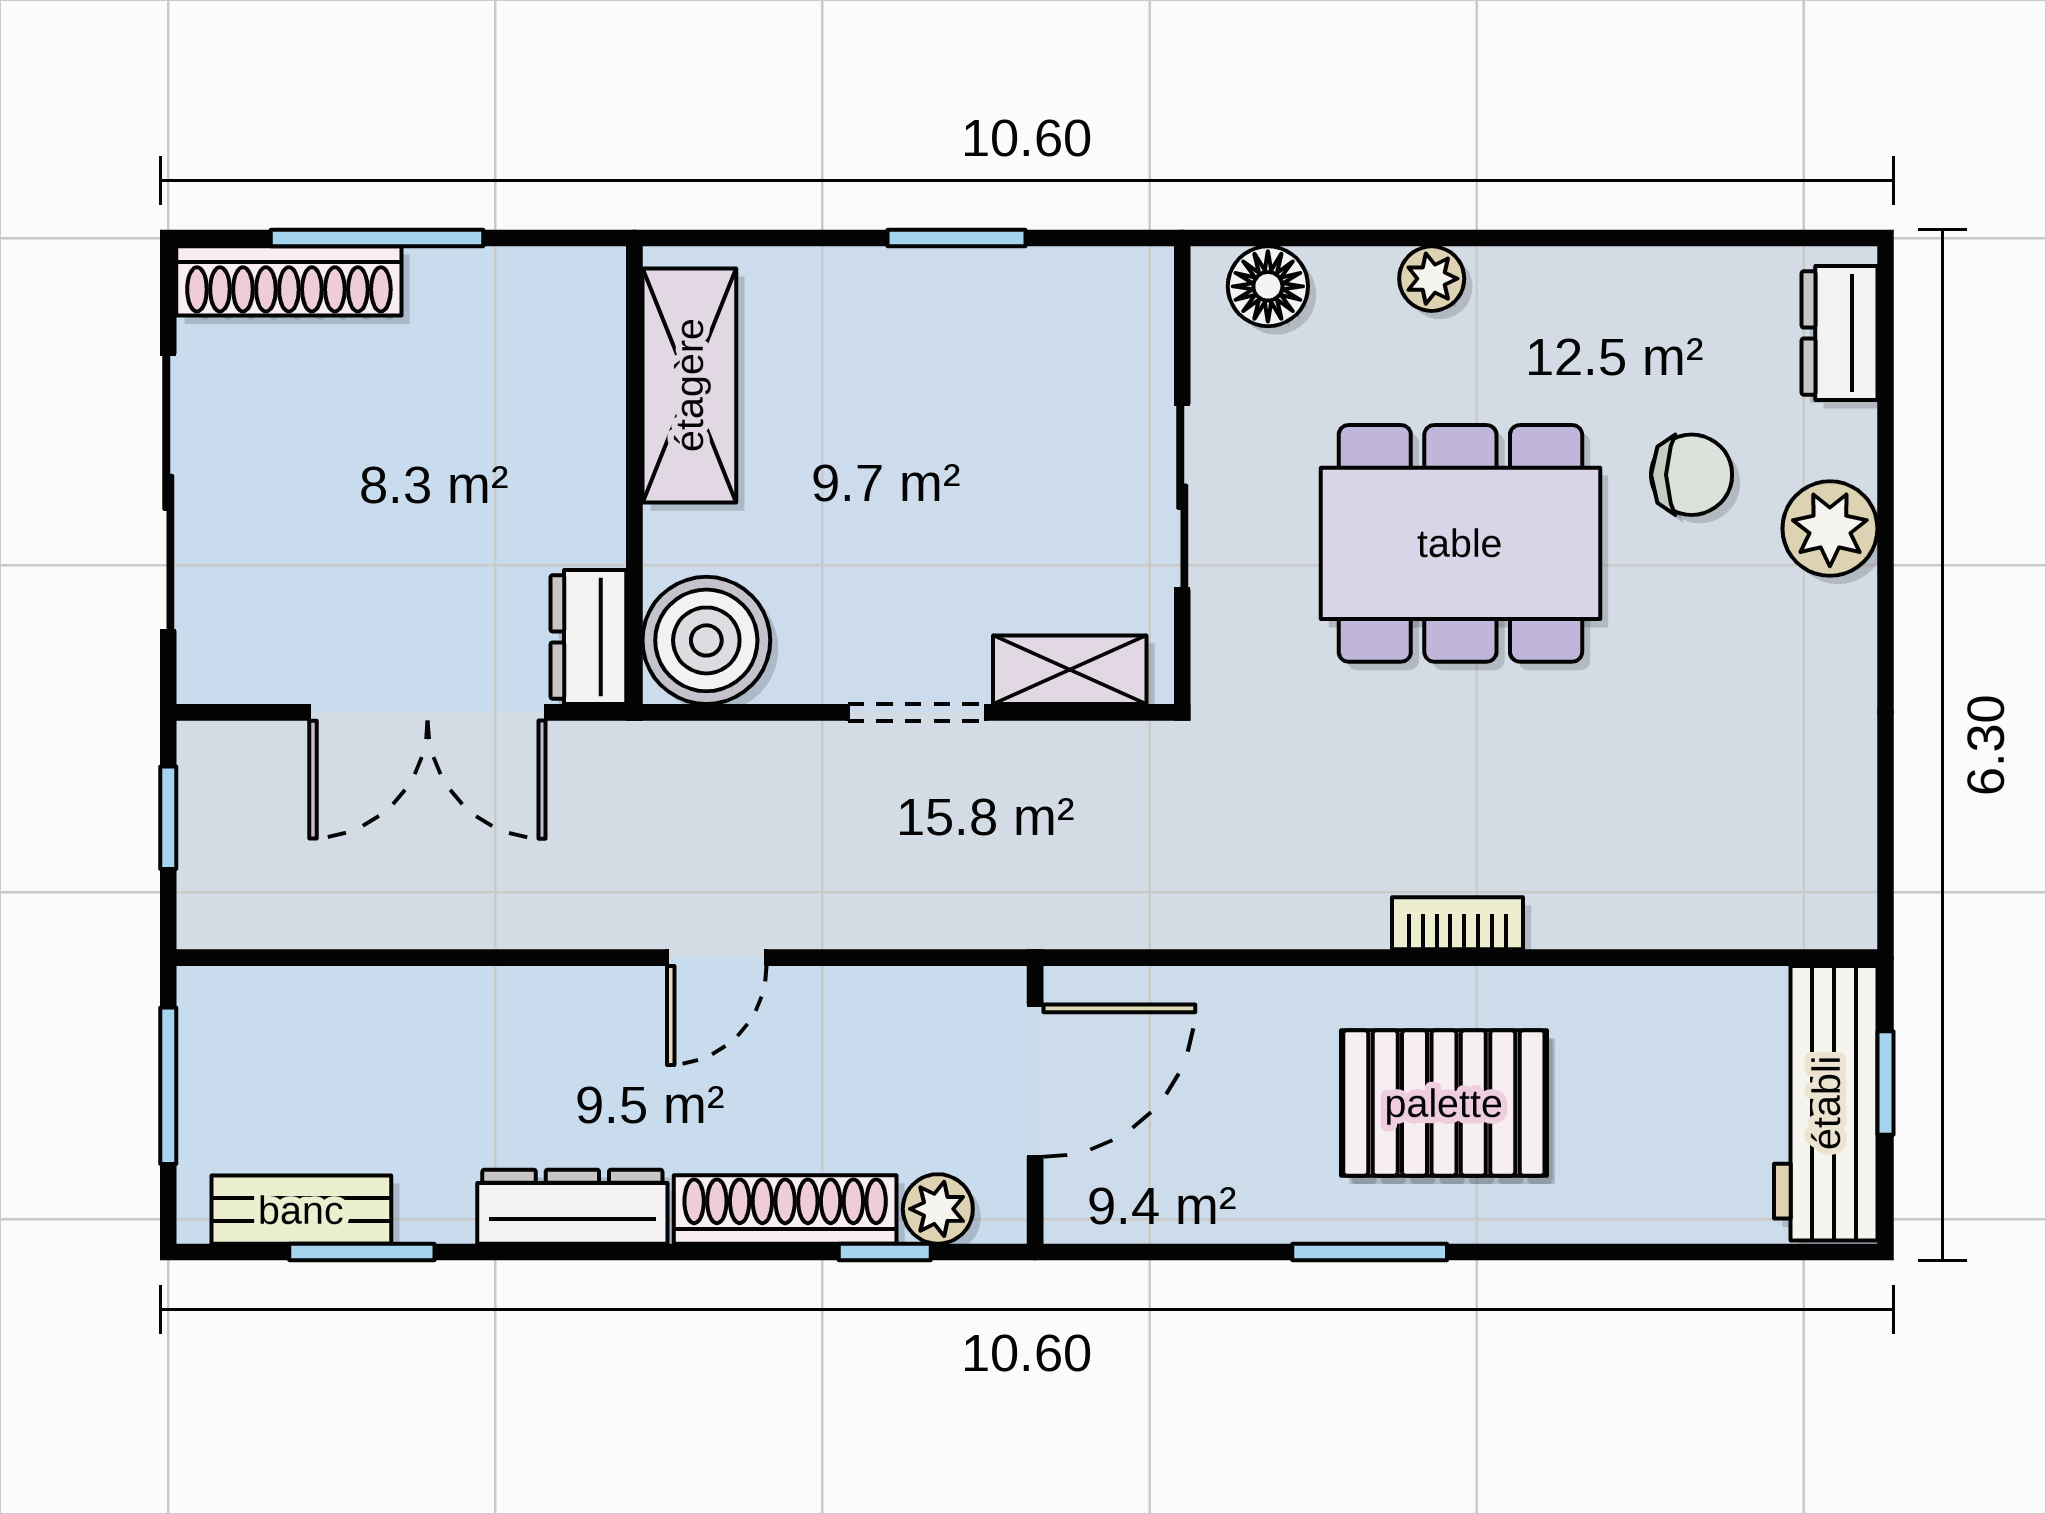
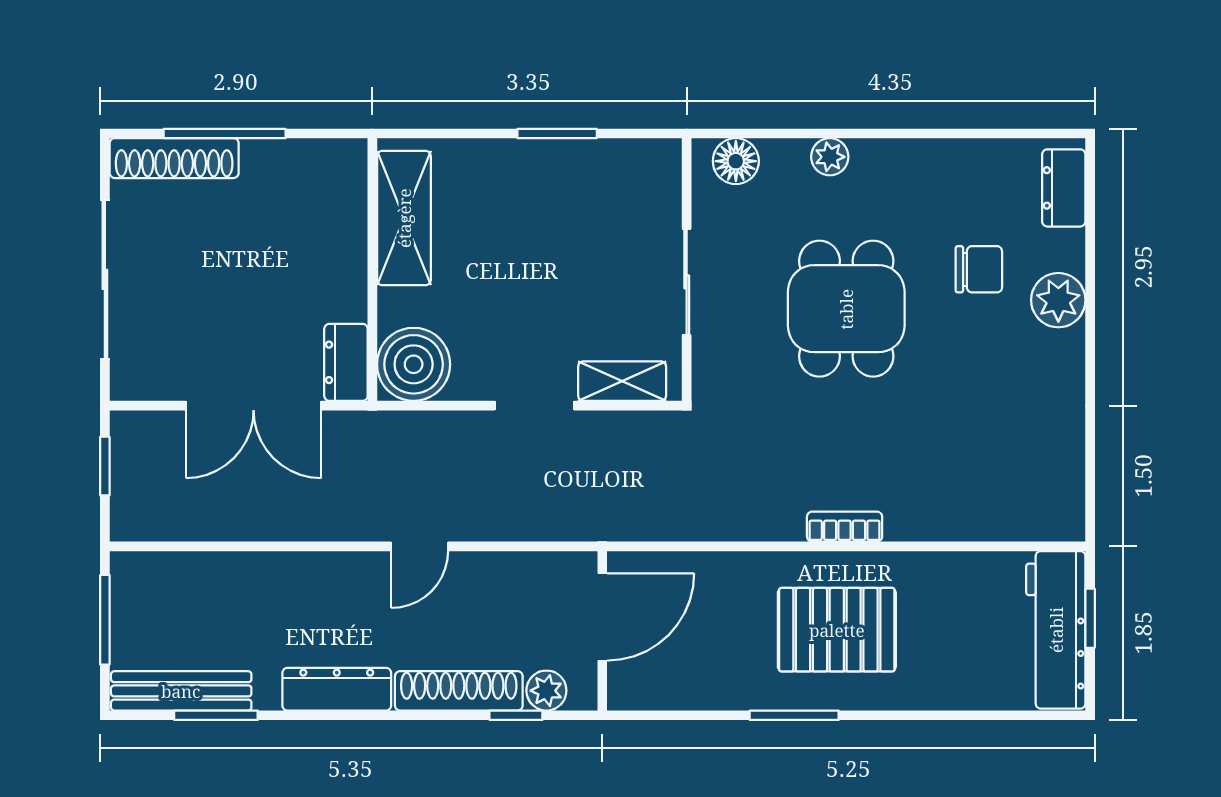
dining table: (1460, 543) -> (846, 309), width x0.73
bench: (301, 1210) -> (181, 691), width x1.36

